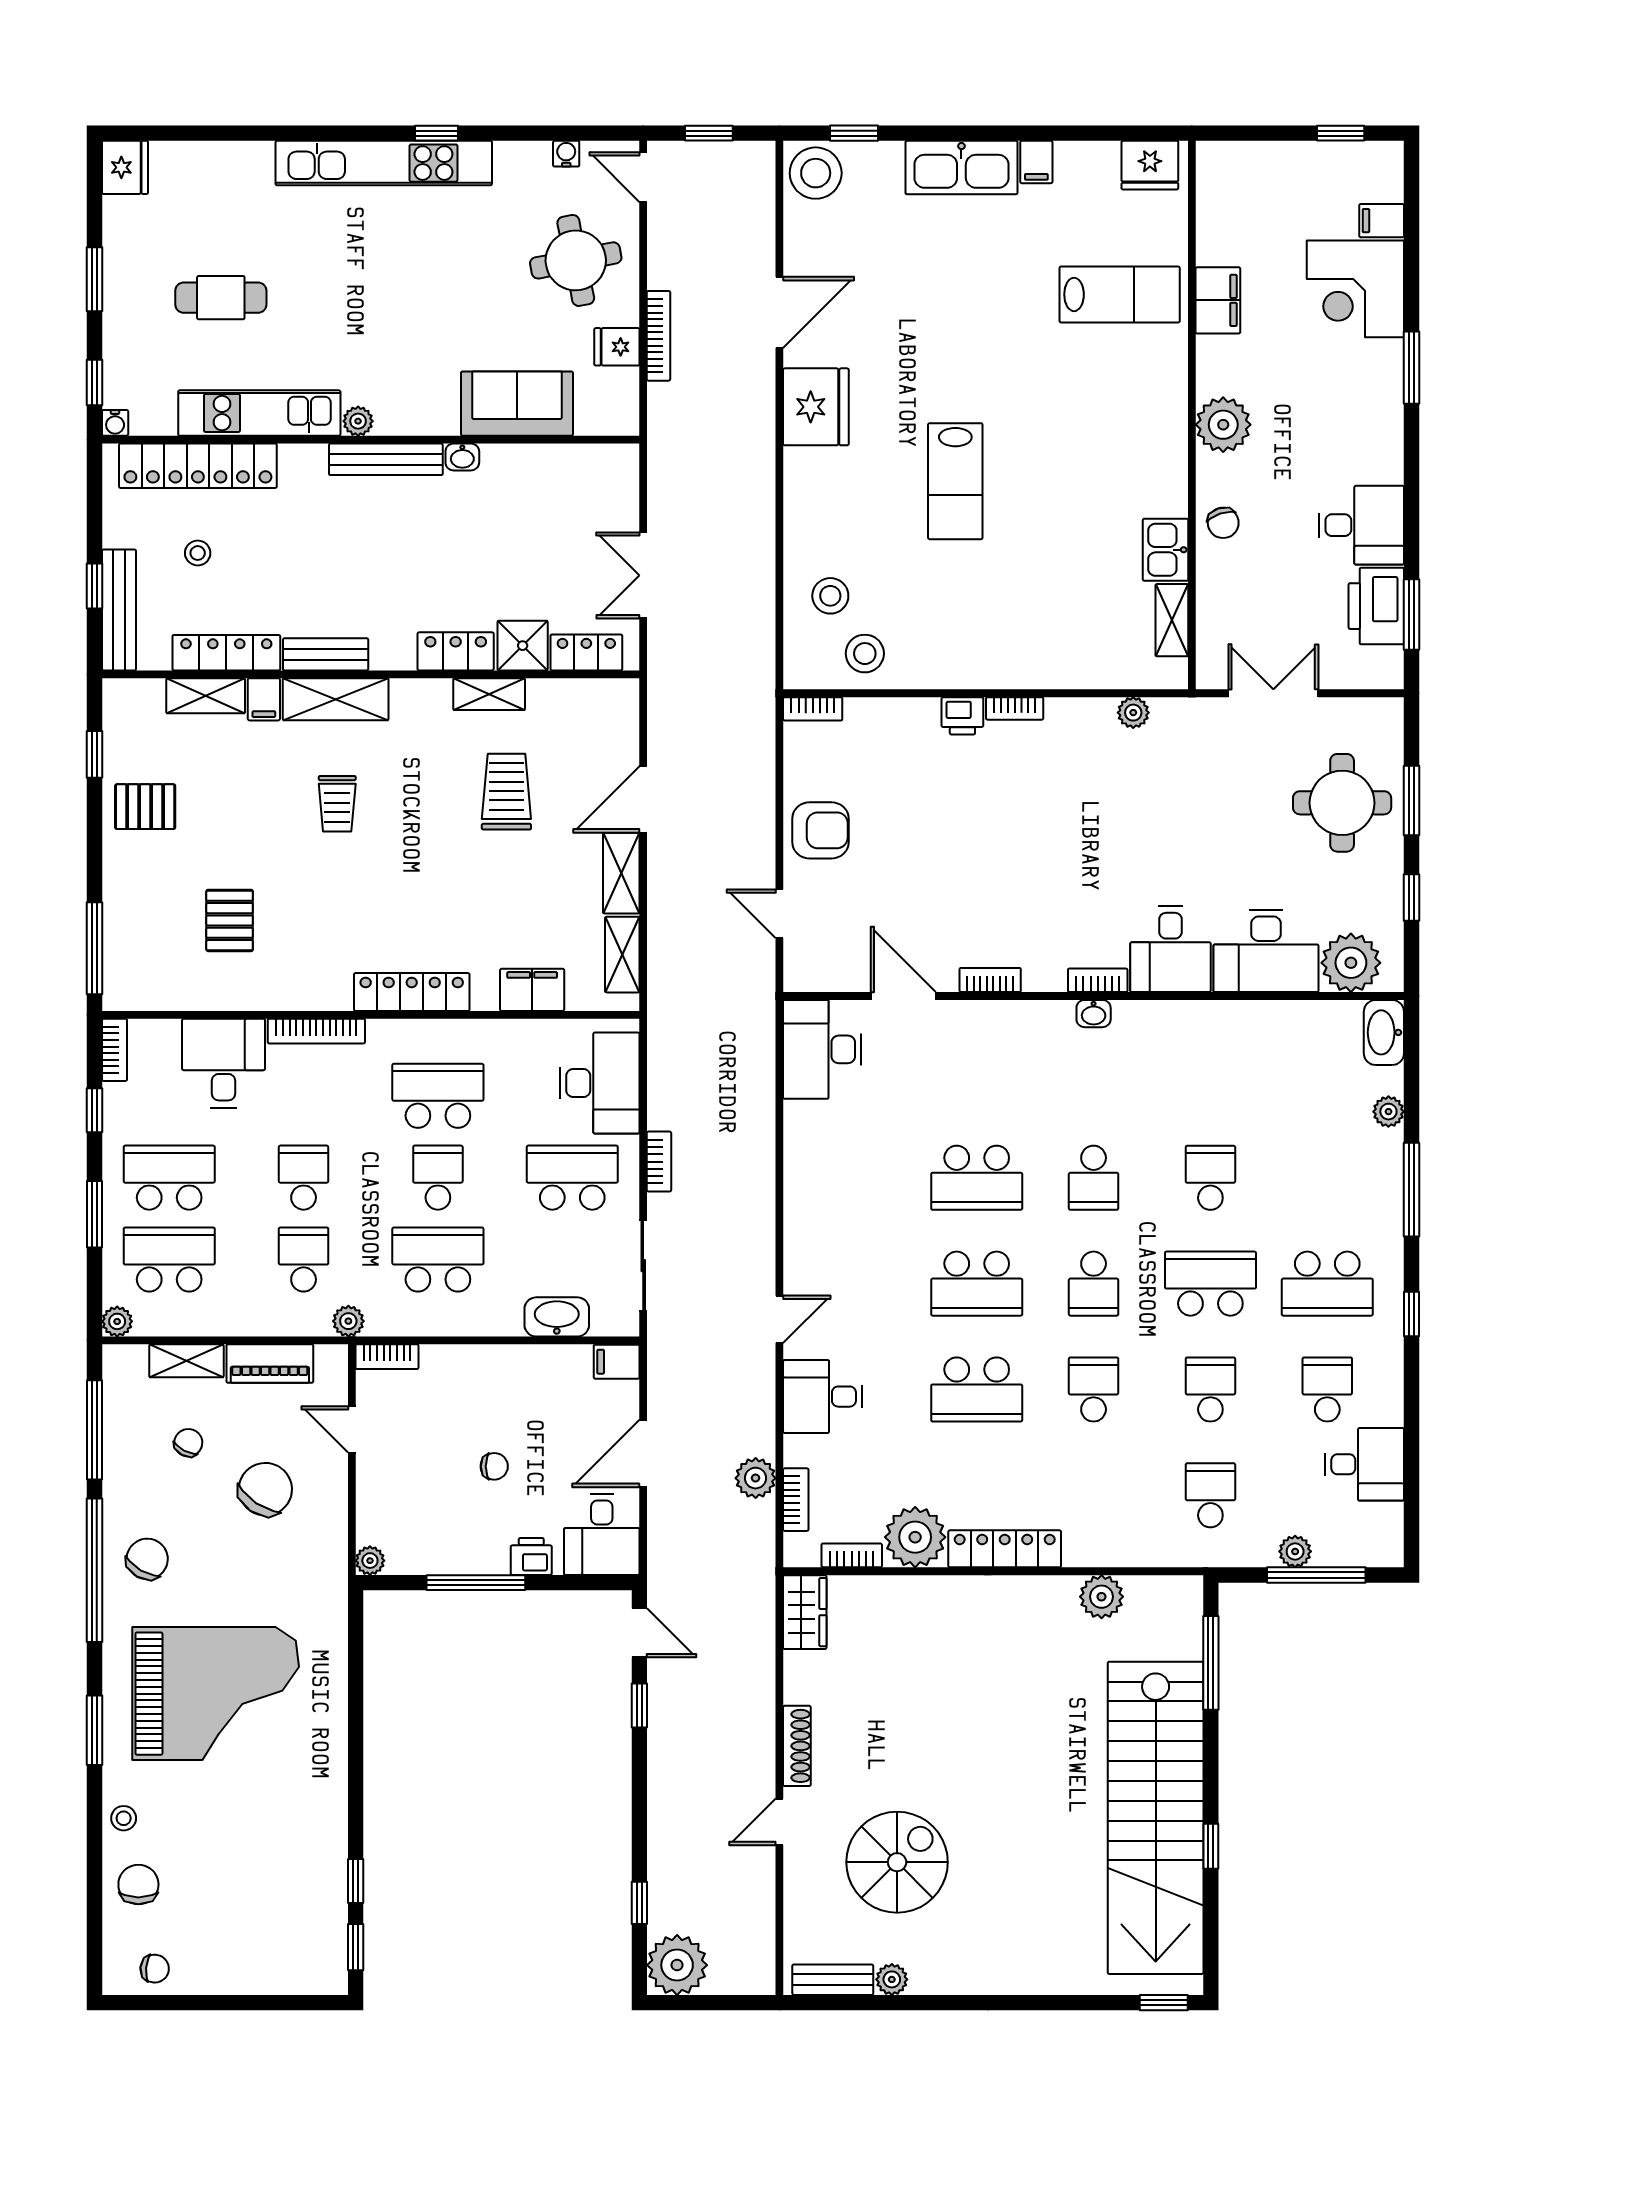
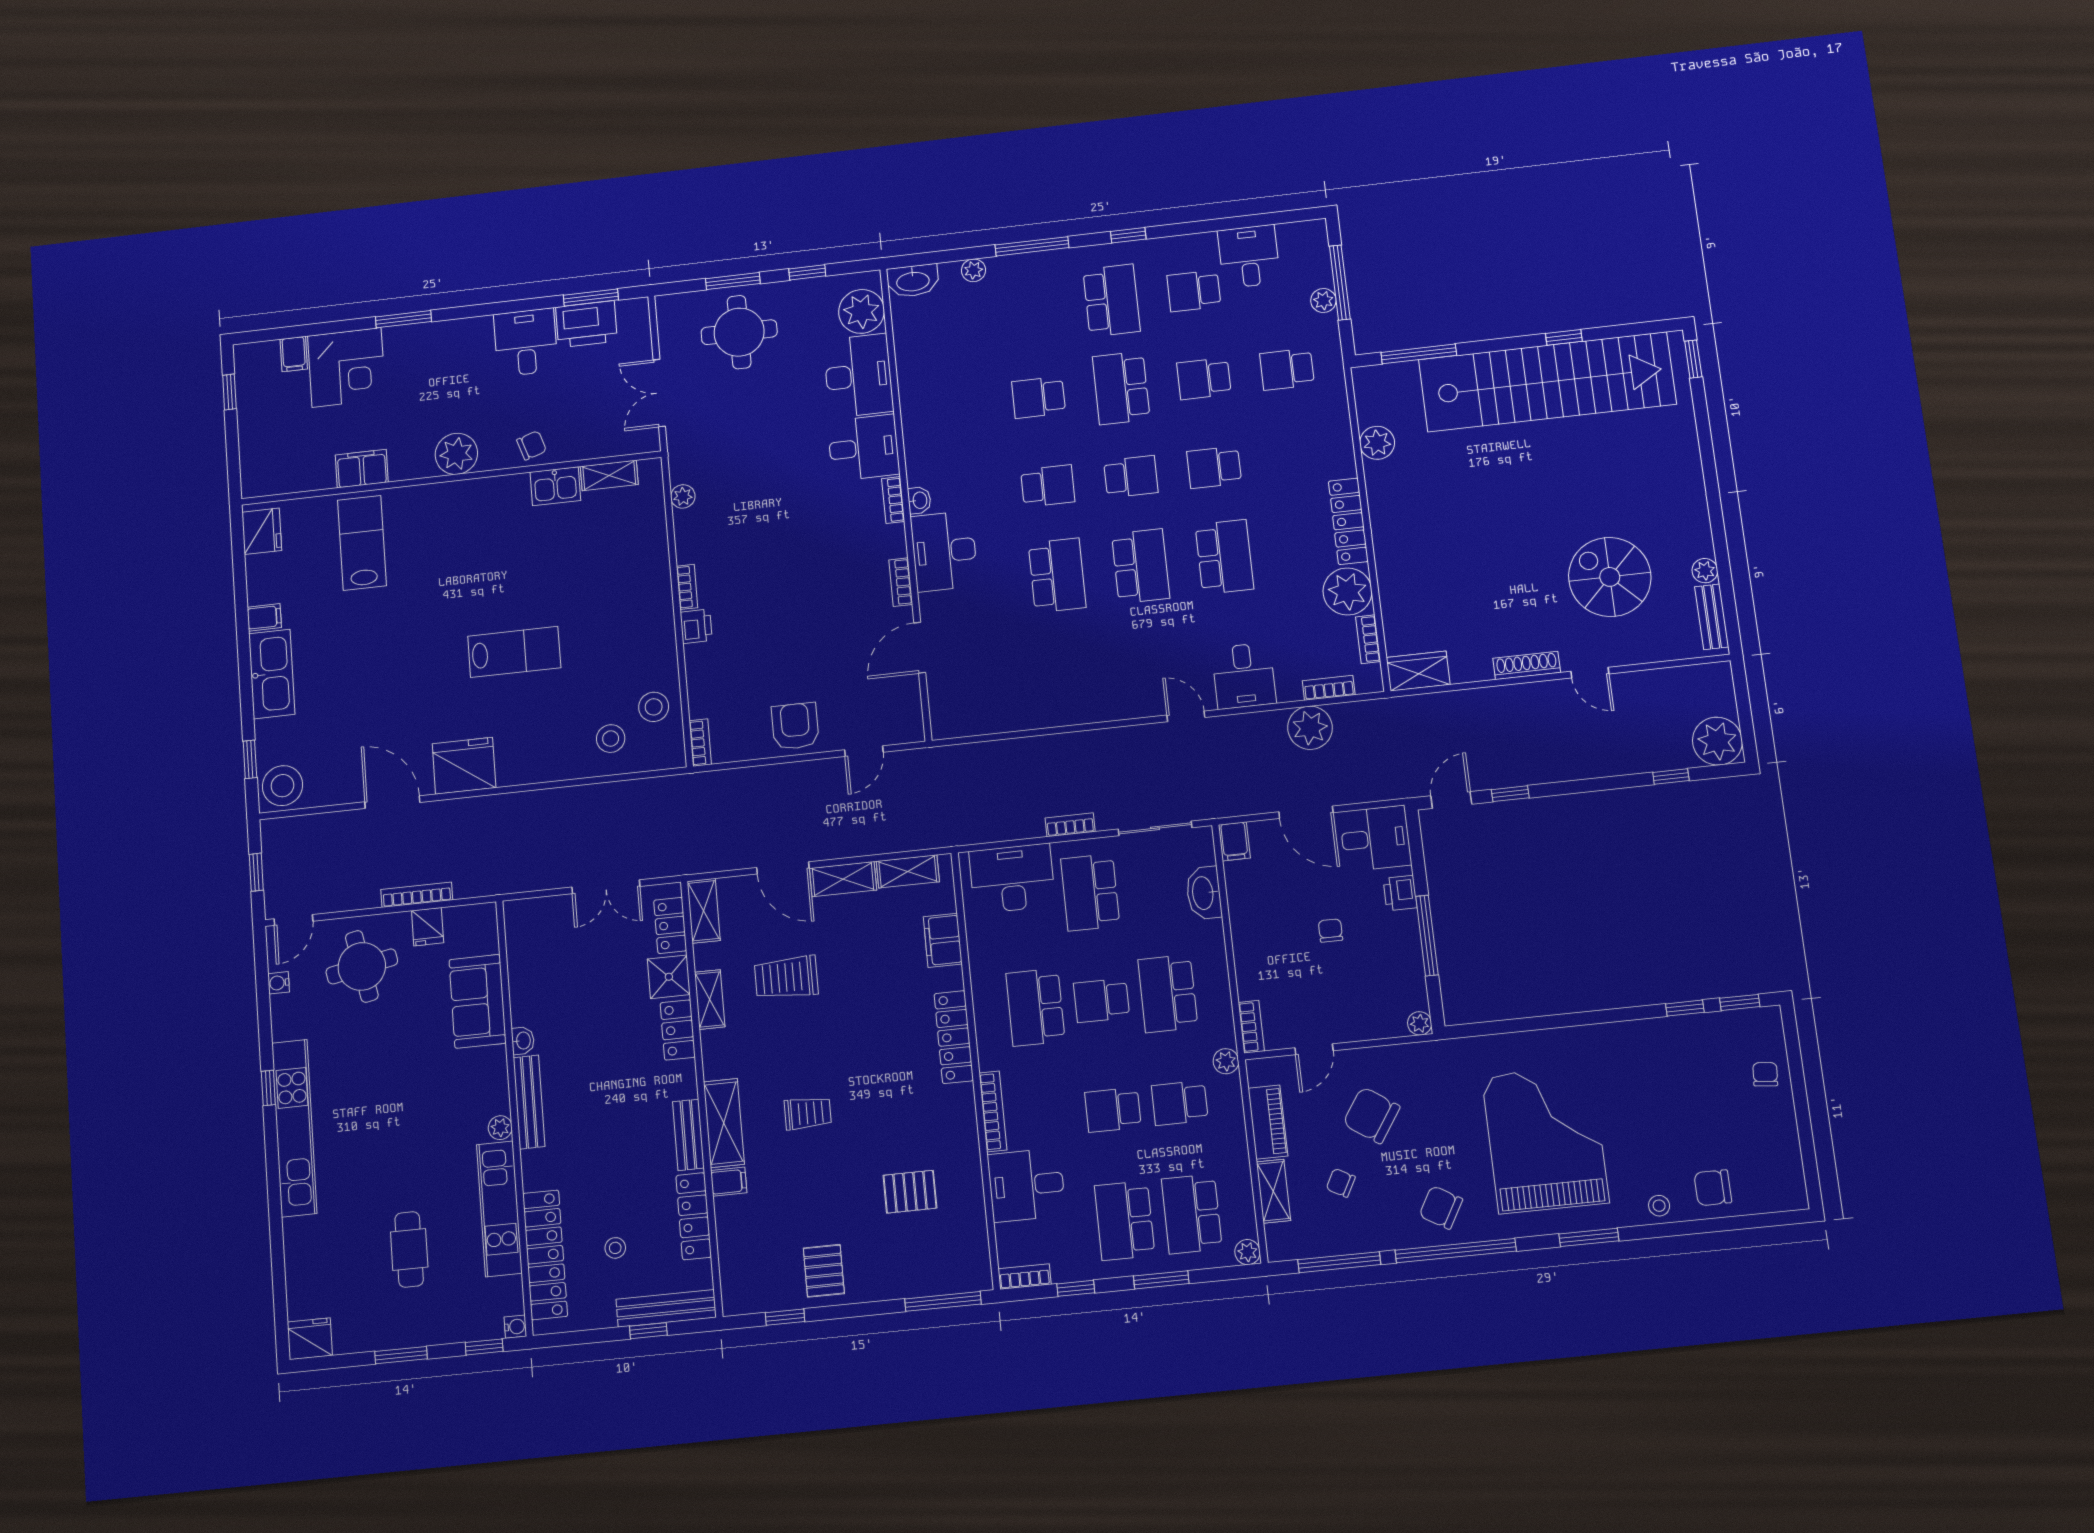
shelving: (206, 696) -> (704, 911), moved
desk: (822, 1049) -> (944, 551), moved, turned 90
plant: (756, 1478) -> (1310, 728), width x1.36, depth x1.36
chair: (155, 1969) -> (1765, 1074), moved

